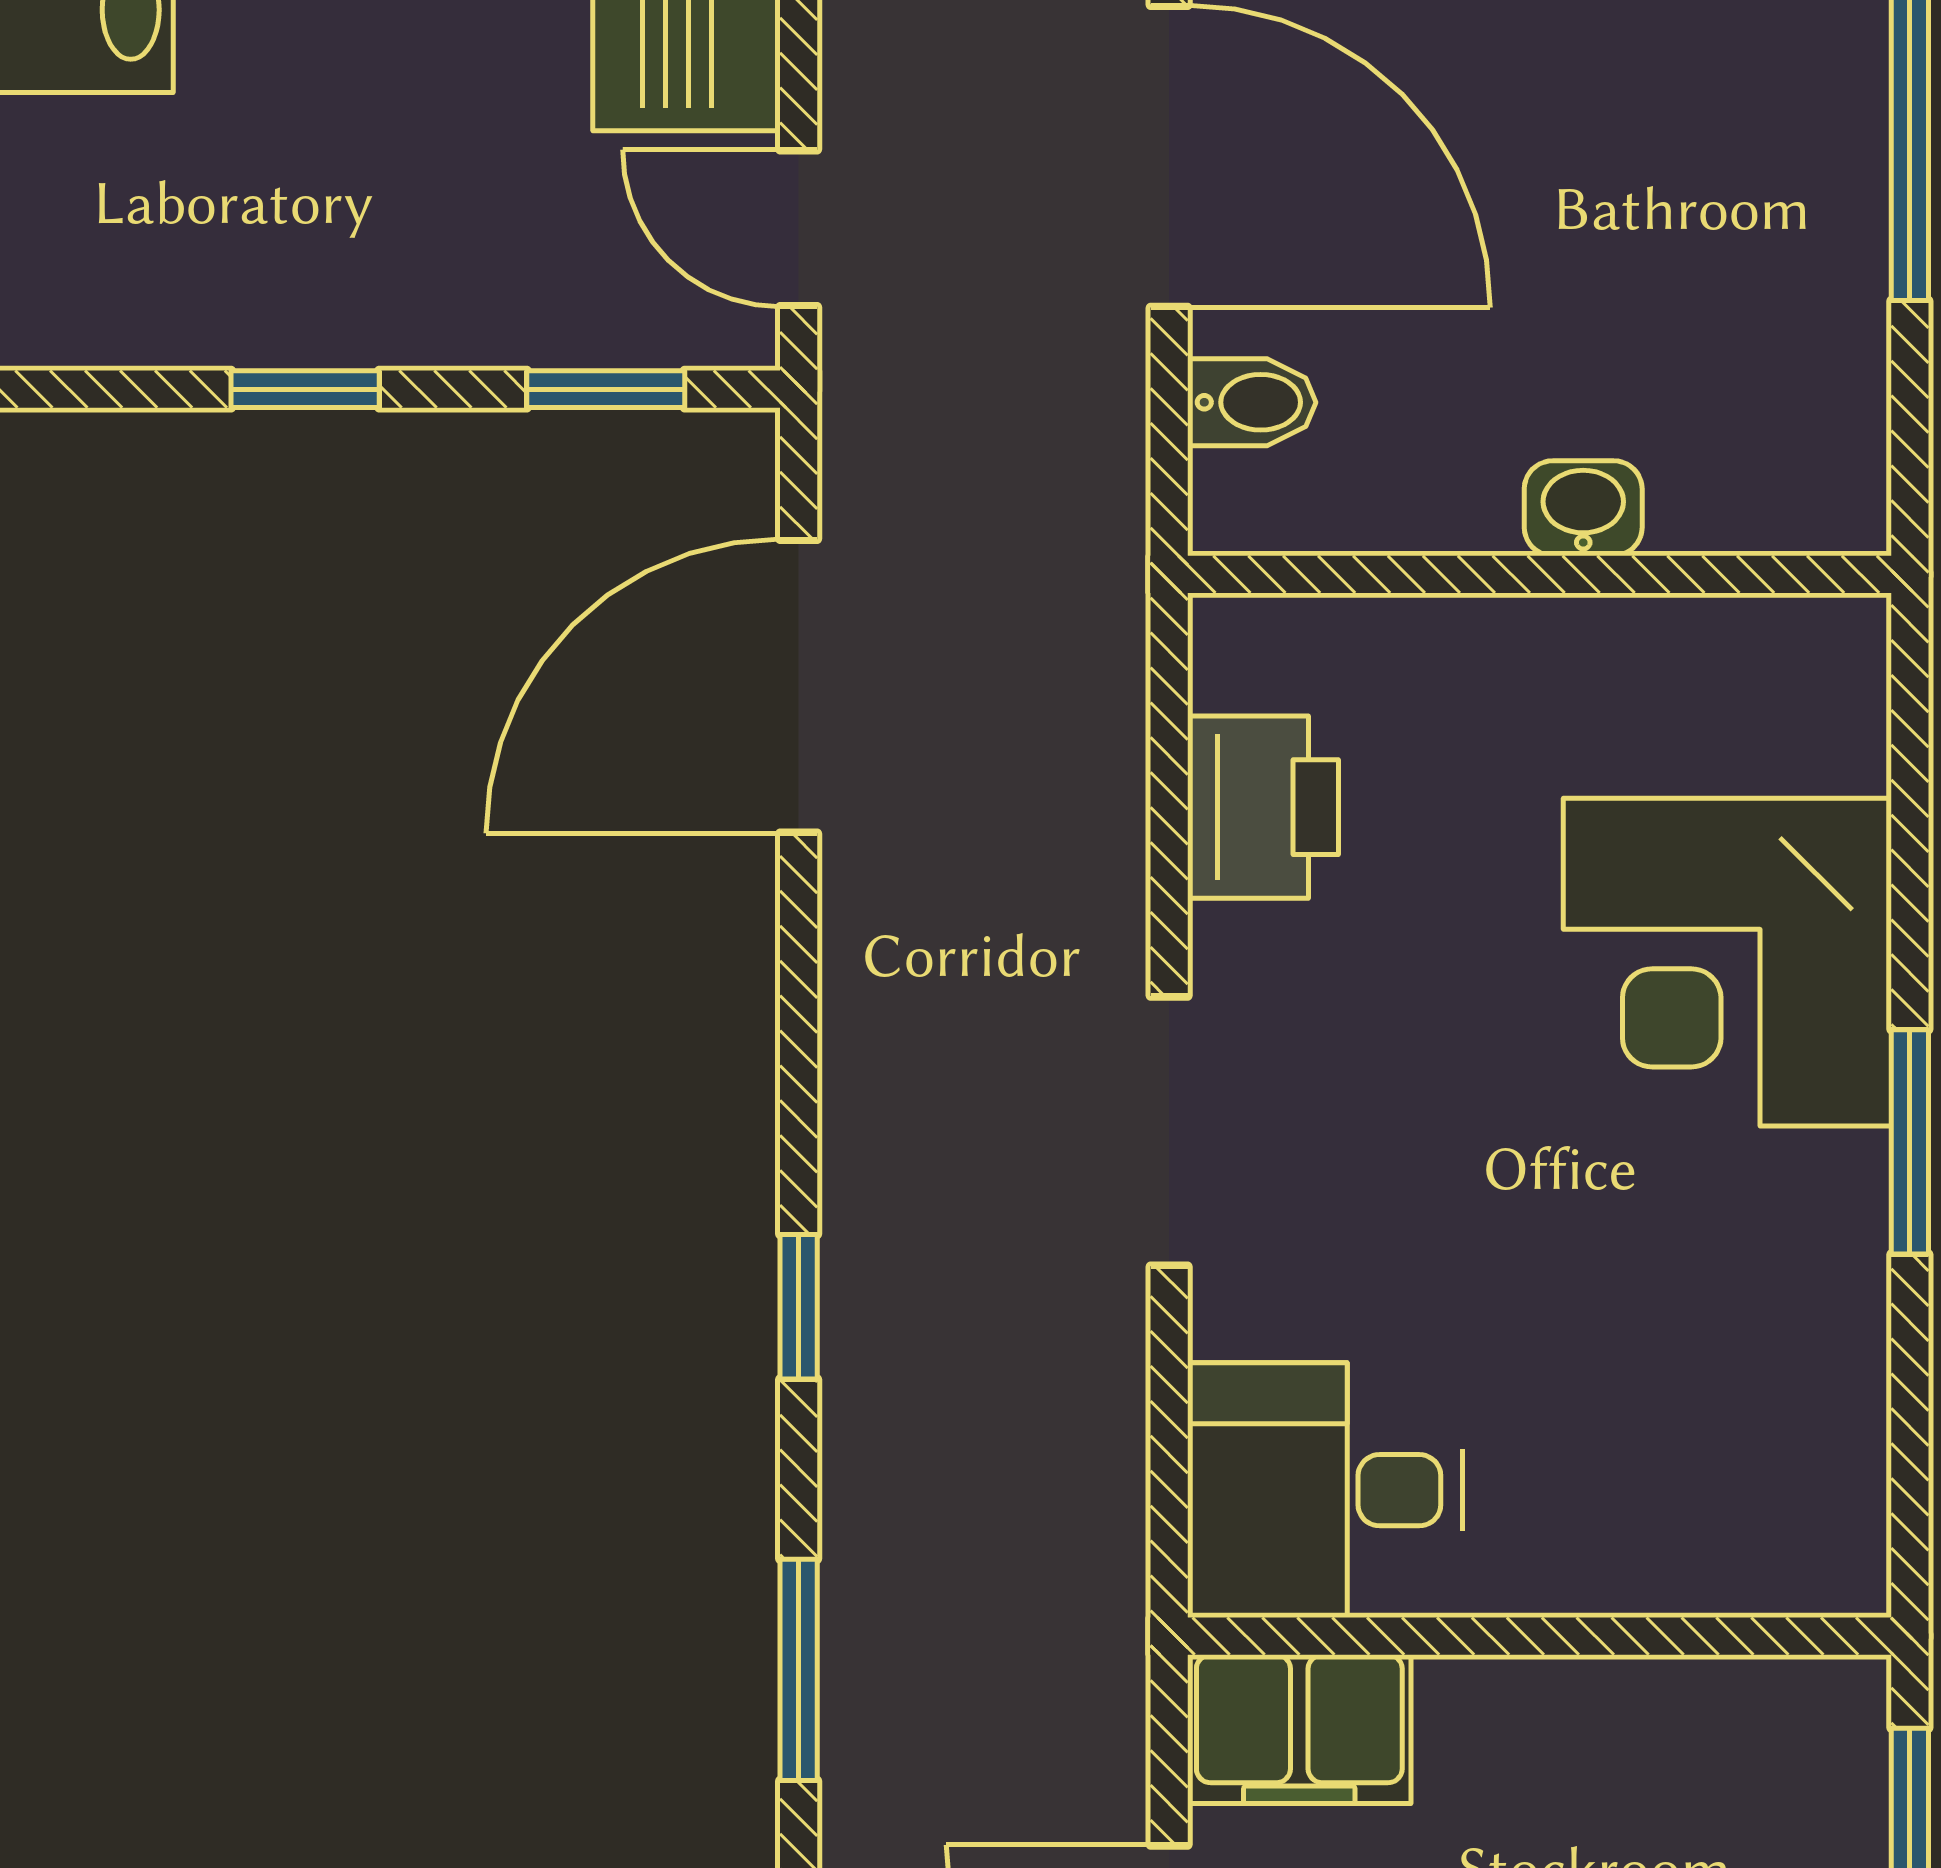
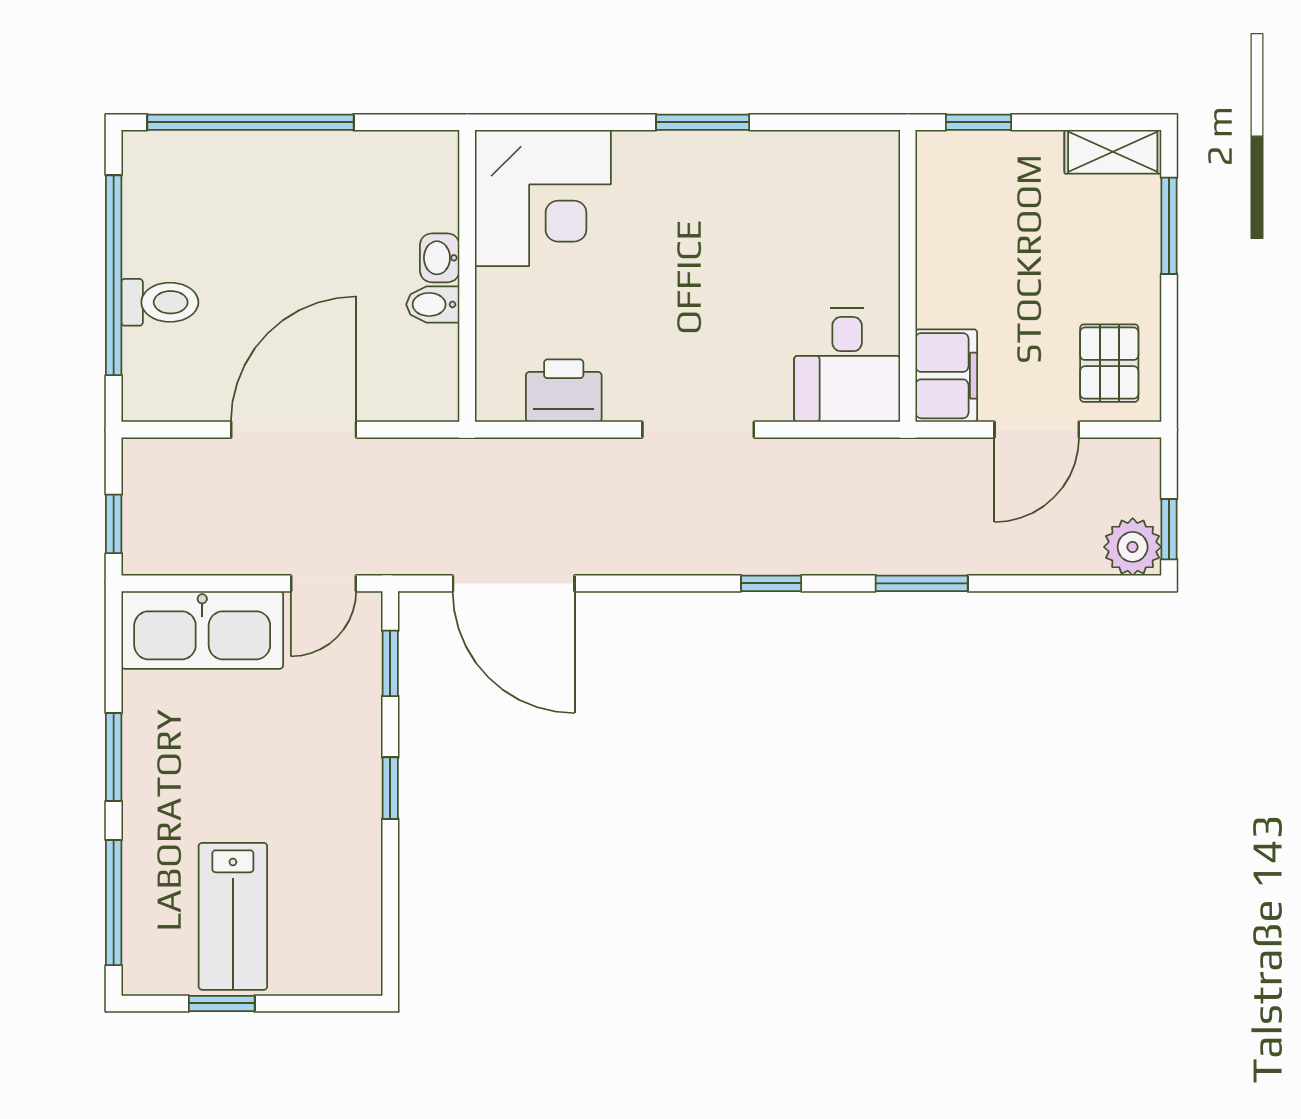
bidet: (1252, 402) -> (433, 304), moved, turned -90
corner desk: (1727, 962) -> (543, 198), moved

